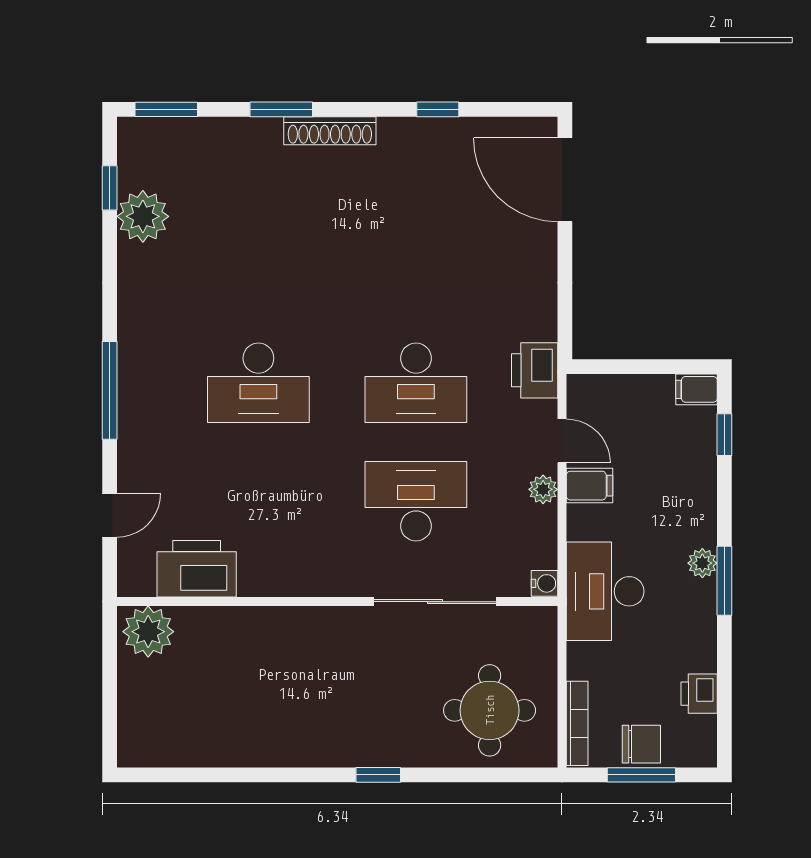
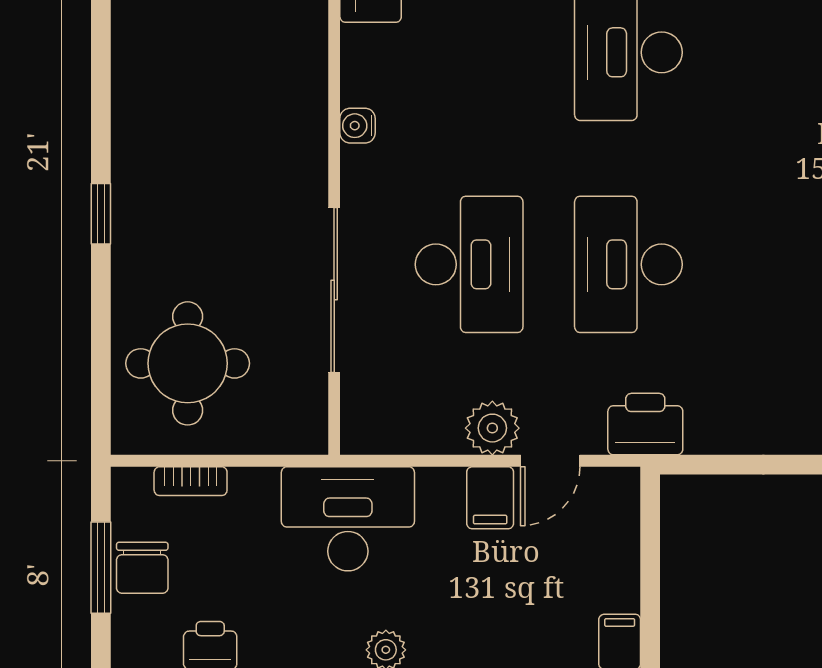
plant: (543, 489) -> (492, 428), width x1.38, depth x1.38
water cooler: (545, 583) -> (358, 126), moved, turned 90
bookcase: (577, 723) -> (191, 481), width x0.64

